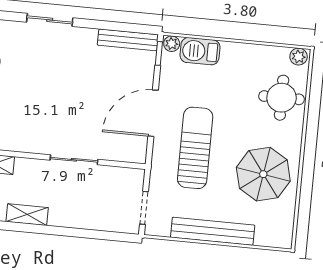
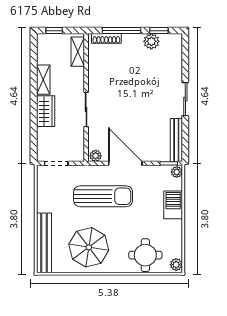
sliding door: (50, 20) -> (185, 99), moved
barbecue: (200, 51) -> (173, 205), moved
plant: (139, 153) -> (96, 156), added
wardrobe: (71, 215) -> (46, 111), added
bench: (213, 231) -> (44, 243), moved

